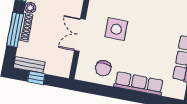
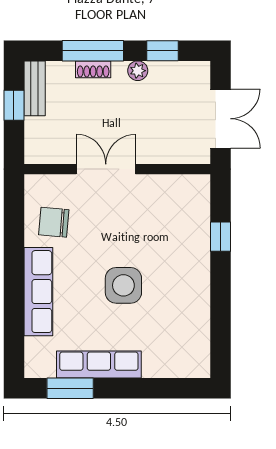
shoe rack: (26, 27) -> (93, 69), width x0.70
side table: (116, 29) -> (123, 285), moved

